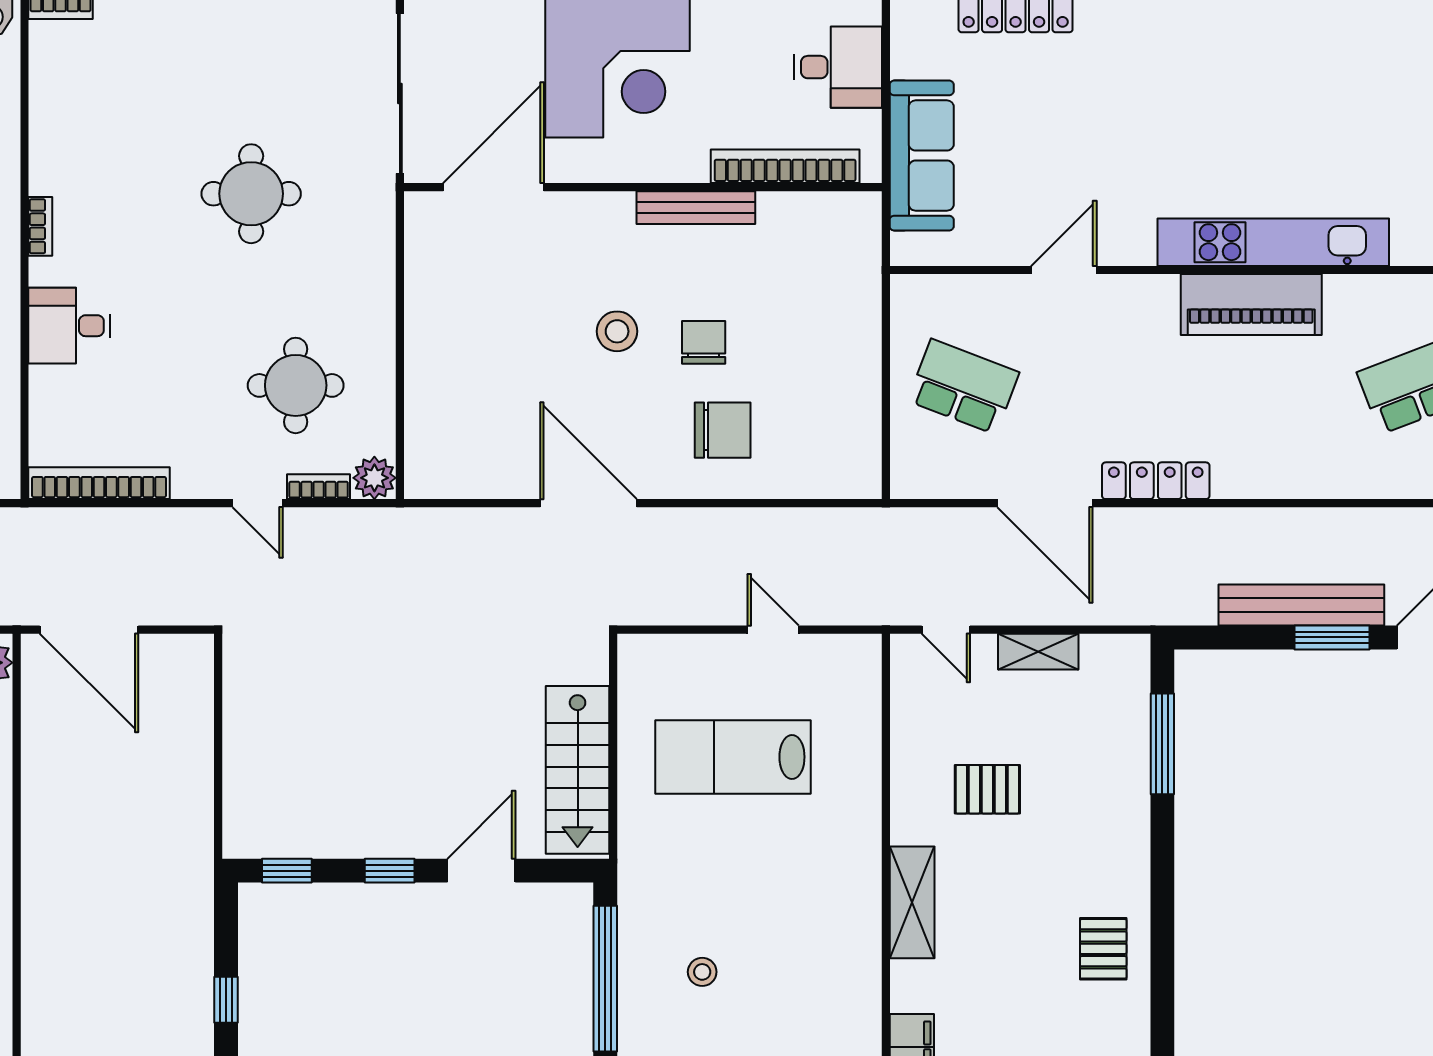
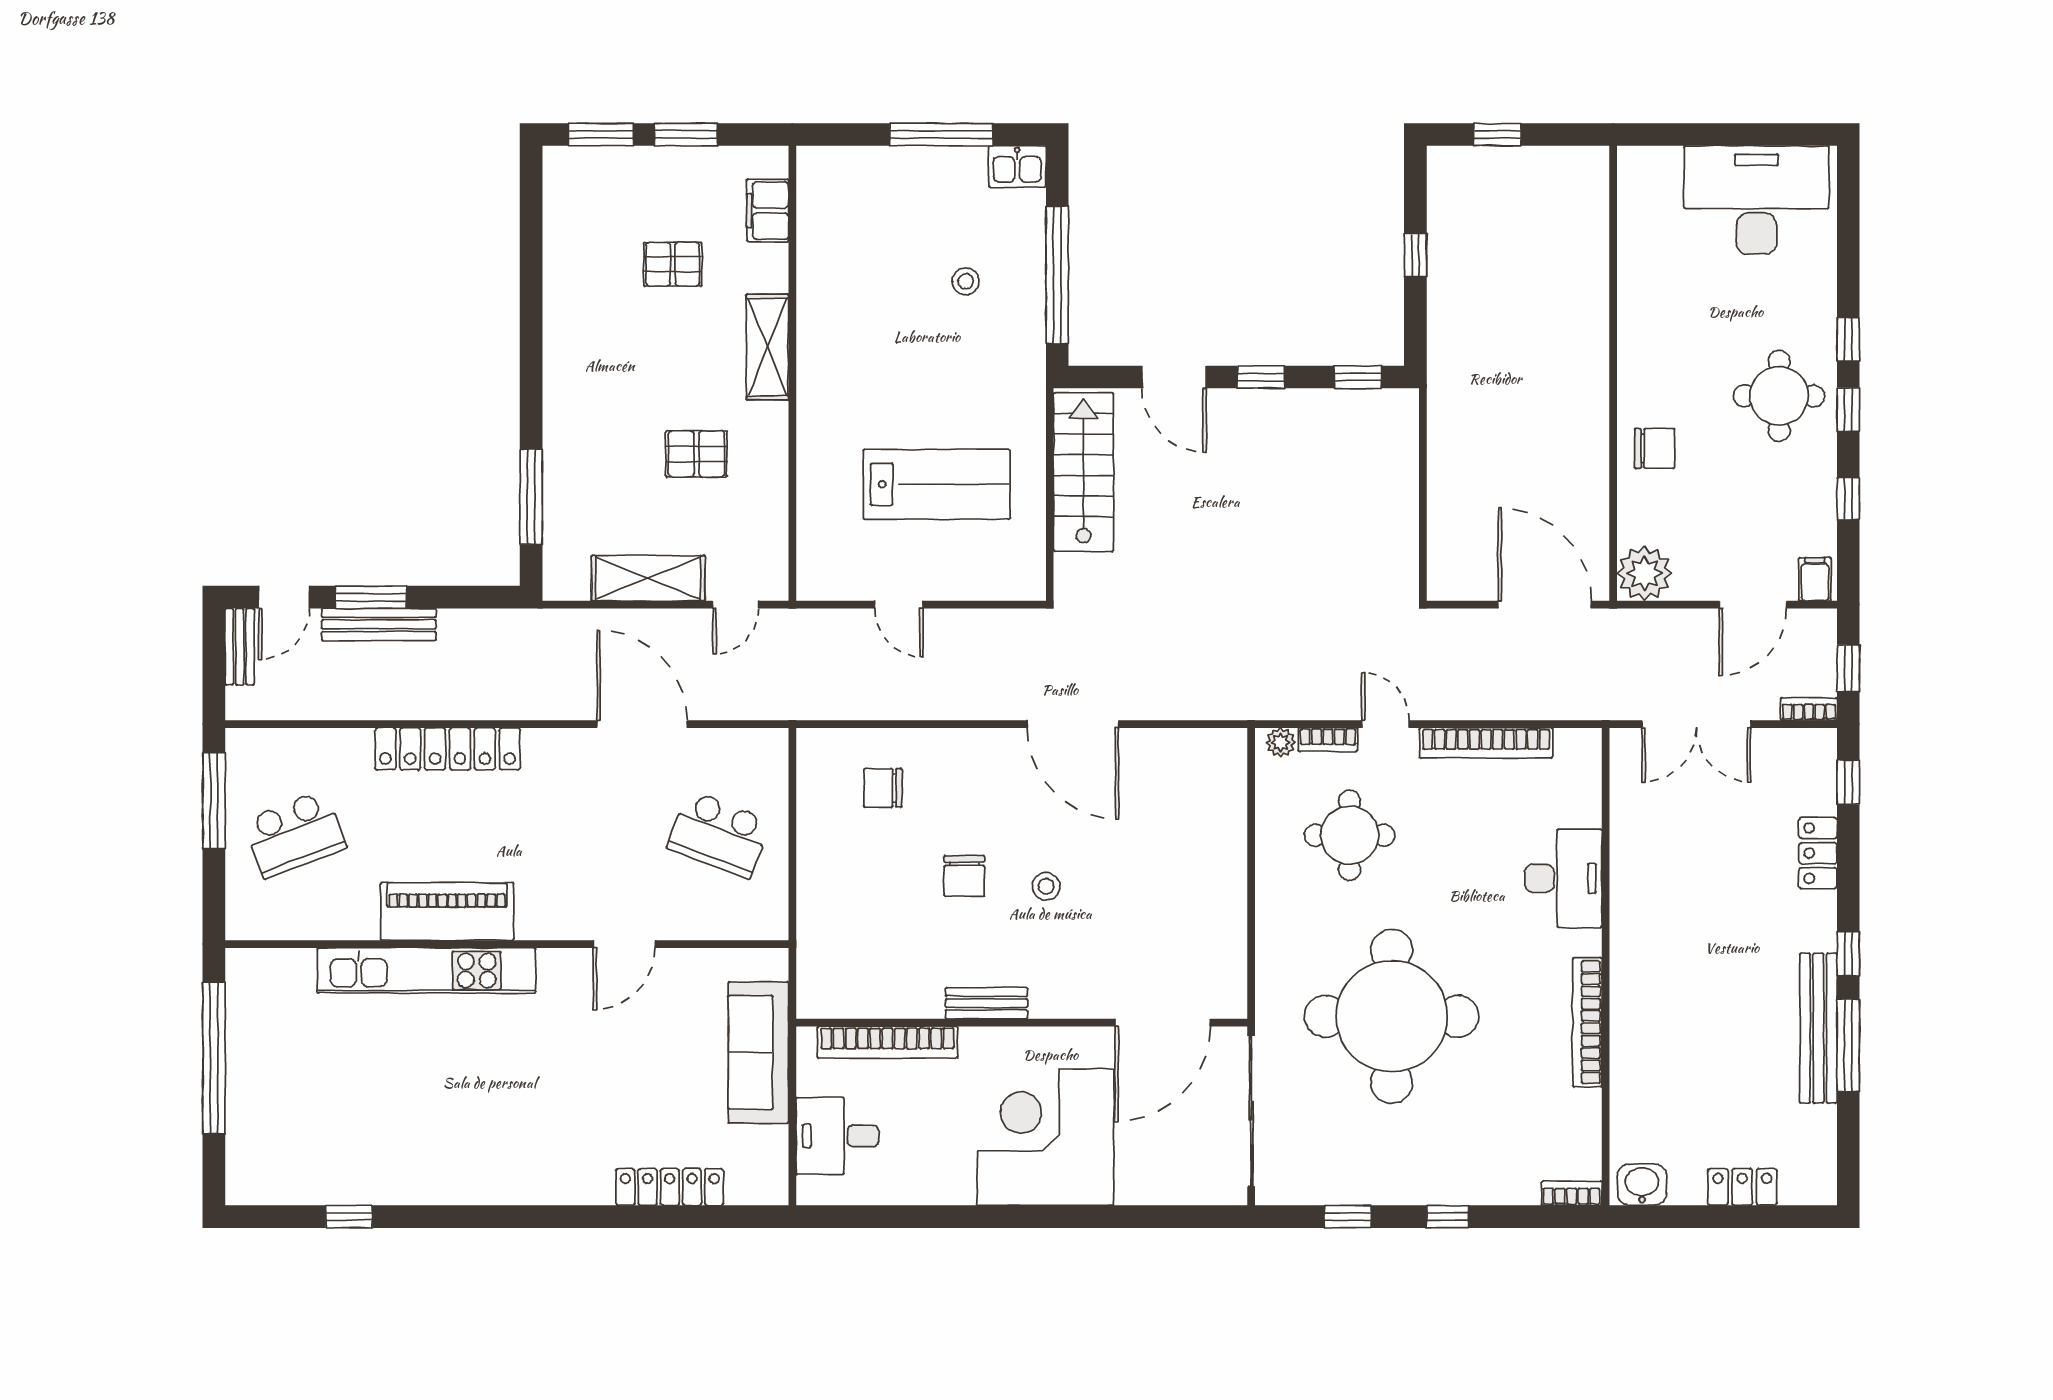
round table: (251, 194) -> (1392, 1016), width x1.86, depth x1.86
bench: (696, 208) -> (987, 1003), width x0.73
bookcase: (40, 226) -> (1587, 1022), width x2.31, depth x1.31
desk: (69, 326) -> (1563, 878), width x1.37
stool: (617, 331) -> (1046, 886), width x0.73, depth x0.73
chair: (723, 430) -> (883, 788), moved, width x0.73, depth x0.73
plant: (374, 478) -> (1281, 742), width x0.73, depth x0.73
locker: (1156, 481) -> (448, 749), moved, width x1.41, depth x1.21
bookcase: (99, 483) -> (1486, 743), moved
bench: (1301, 605) -> (379, 624), width x0.73, depth x0.82
door: (946, 630) -> (736, 605), swing flipped
shelving: (1038, 652) -> (648, 578), width x1.50, depth x1.33
door: (481, 871) -> (1174, 377), hinge flipped
pallet: (1103, 949) -> (673, 264), moved, turned 90

